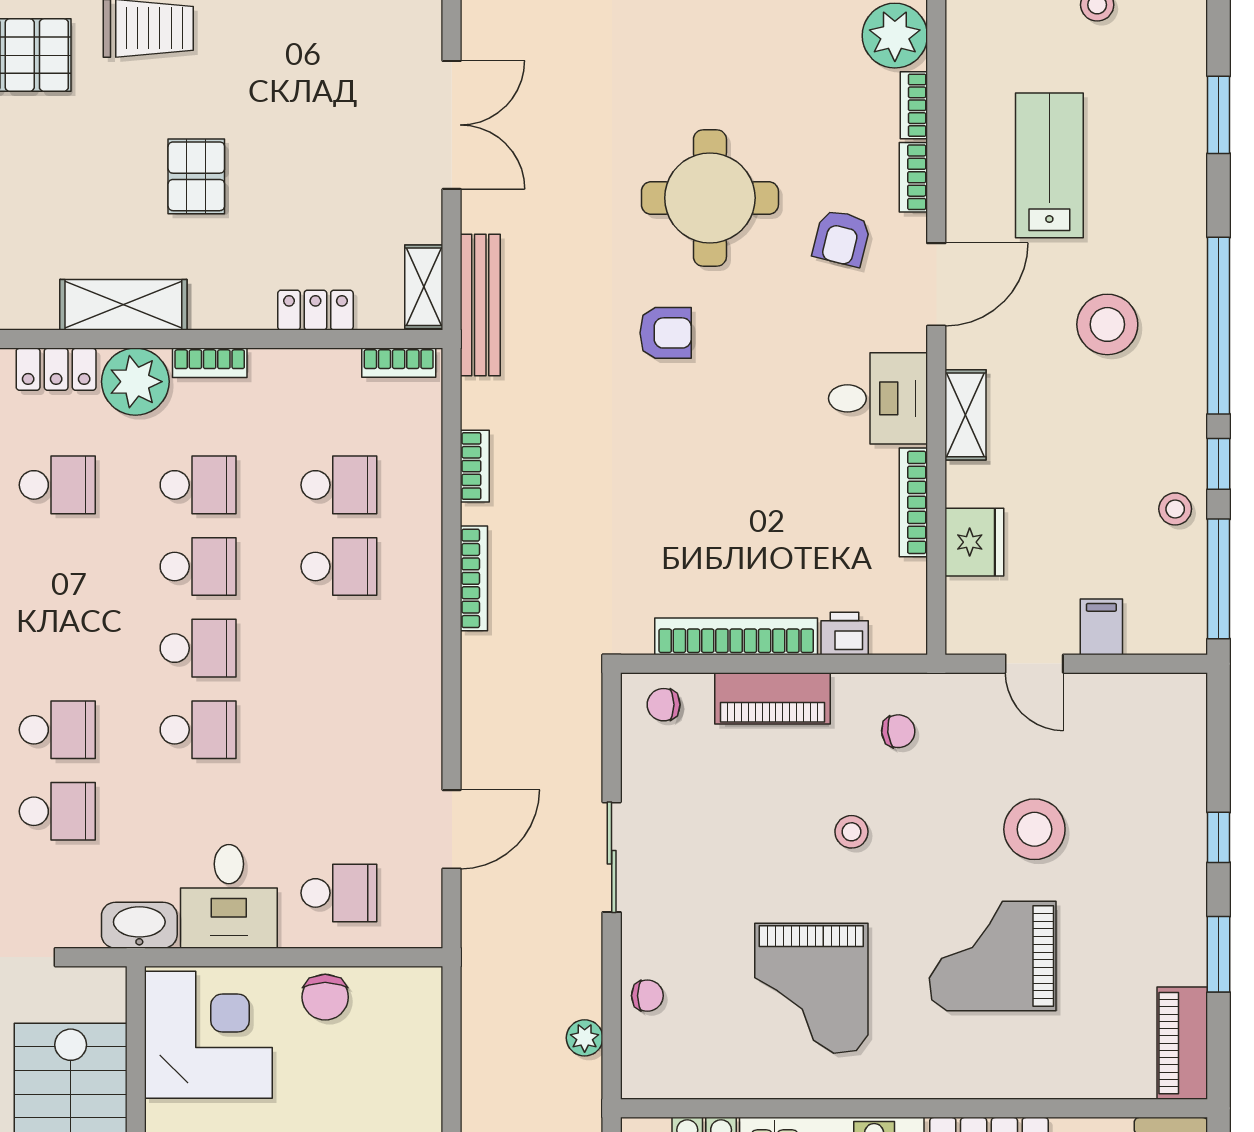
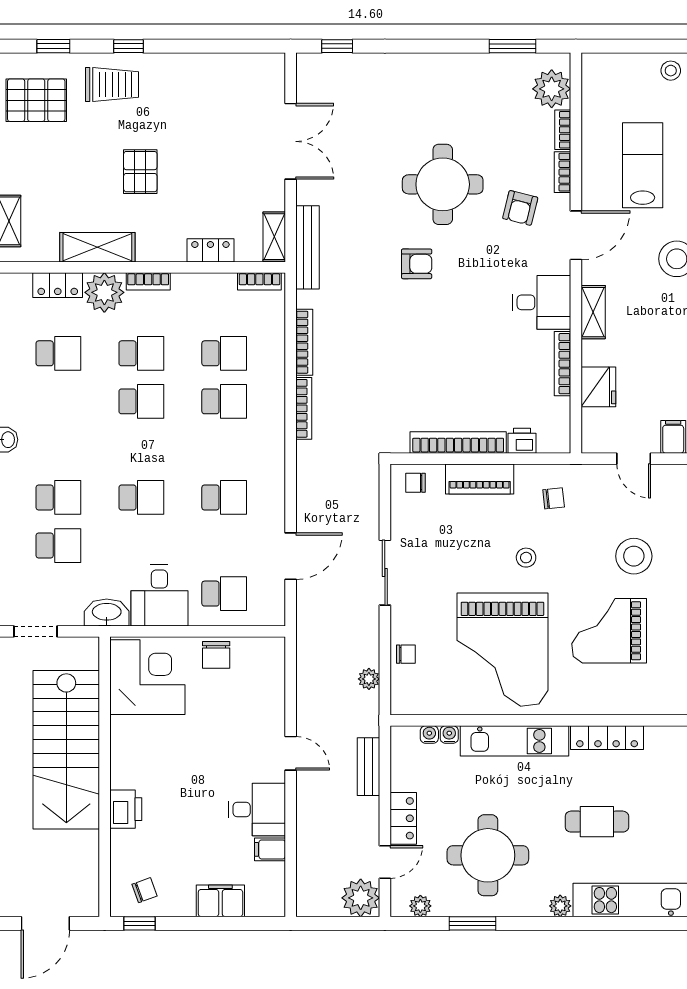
bookcase: (475, 466) -> (304, 342), width x1.56
school desk: (198, 648) -> (224, 497), moved
grand piano: (811, 988) -> (502, 650), width x1.37, depth x1.48

